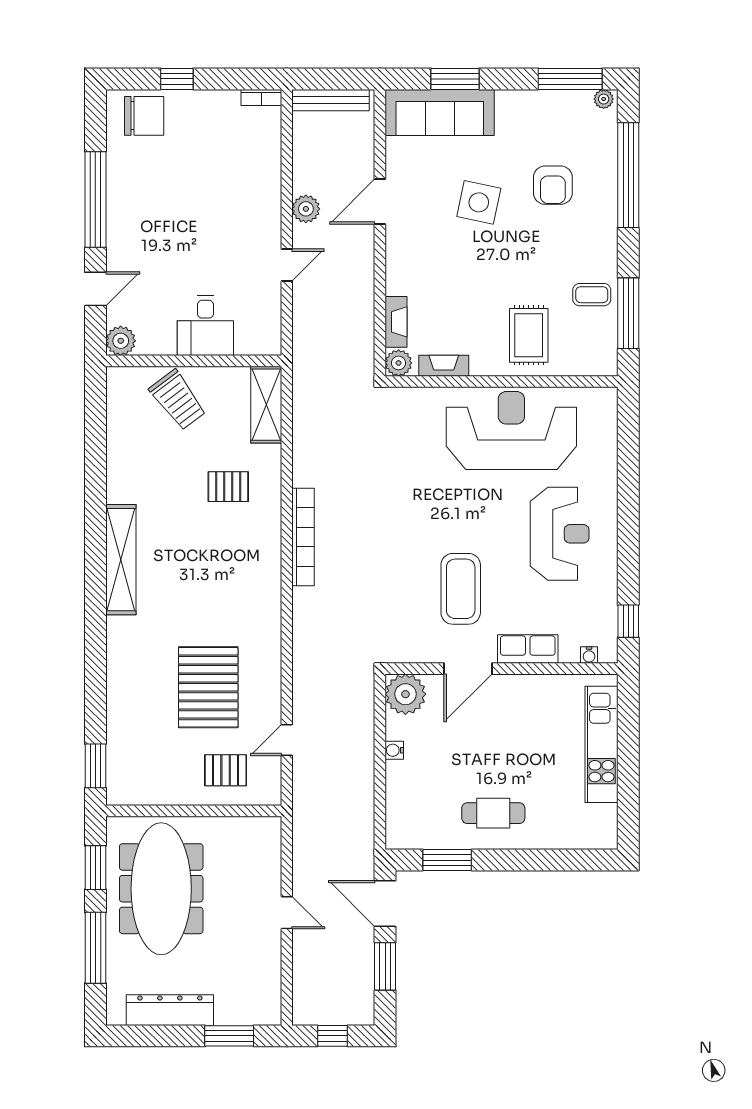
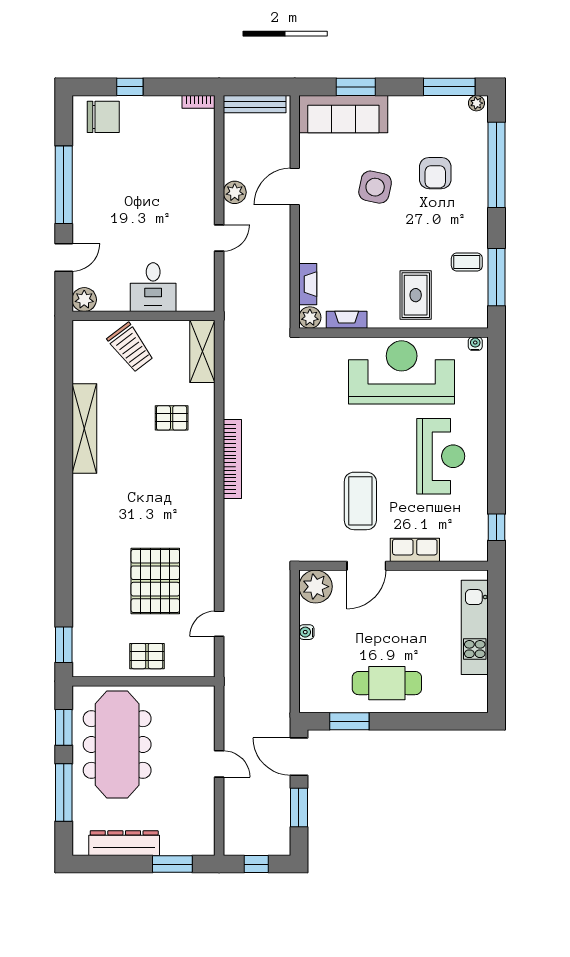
shelving: (121, 560) -> (84, 429), moved
water cooler: (589, 655) -> (475, 344), moved, turned 180
pallet: (226, 770) -> (147, 656), moved
cafe table: (493, 813) -> (387, 683), width x1.37, depth x1.35

